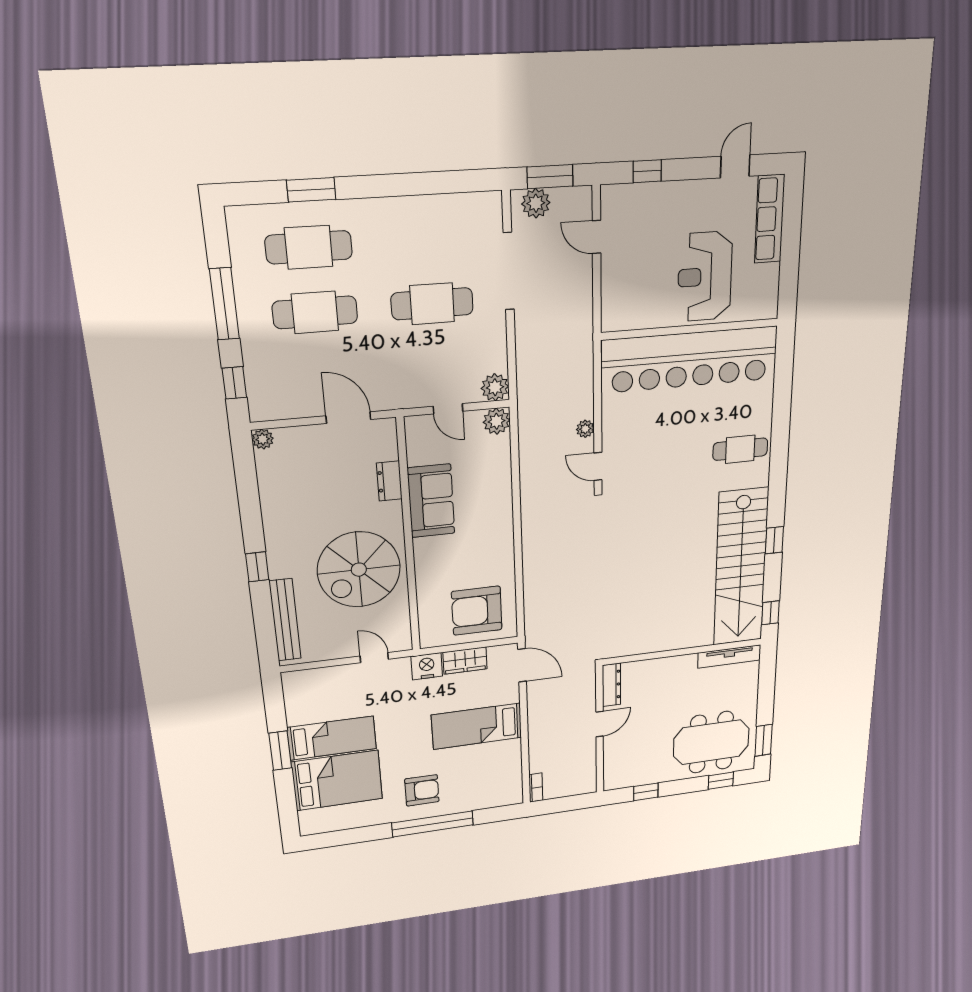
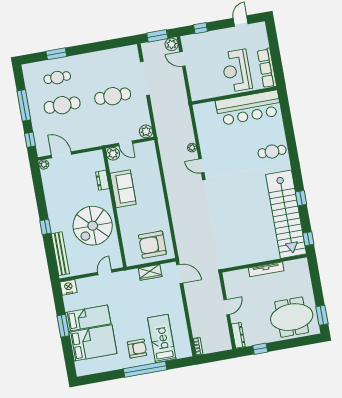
plant: (536, 203) -> (172, 44), moved
row of seats: (770, 219) -> (267, 68), moved
cafe table: (309, 247) -> (57, 78), width x0.73, depth x0.74
bar counter: (690, 360) -> (248, 108), width x0.73
door: (348, 418) -> (61, 155), moved
plant: (497, 421) -> (113, 154), moved
tv unit: (729, 656) -> (266, 269), moved
door: (374, 658) -> (105, 272), hinge flipped
nightstand: (427, 666) -> (69, 287), moved
dresser: (611, 685) -> (238, 335), moved
bed: (477, 726) -> (162, 338), moved, turned 90
window: (721, 781) -> (302, 341), removed

